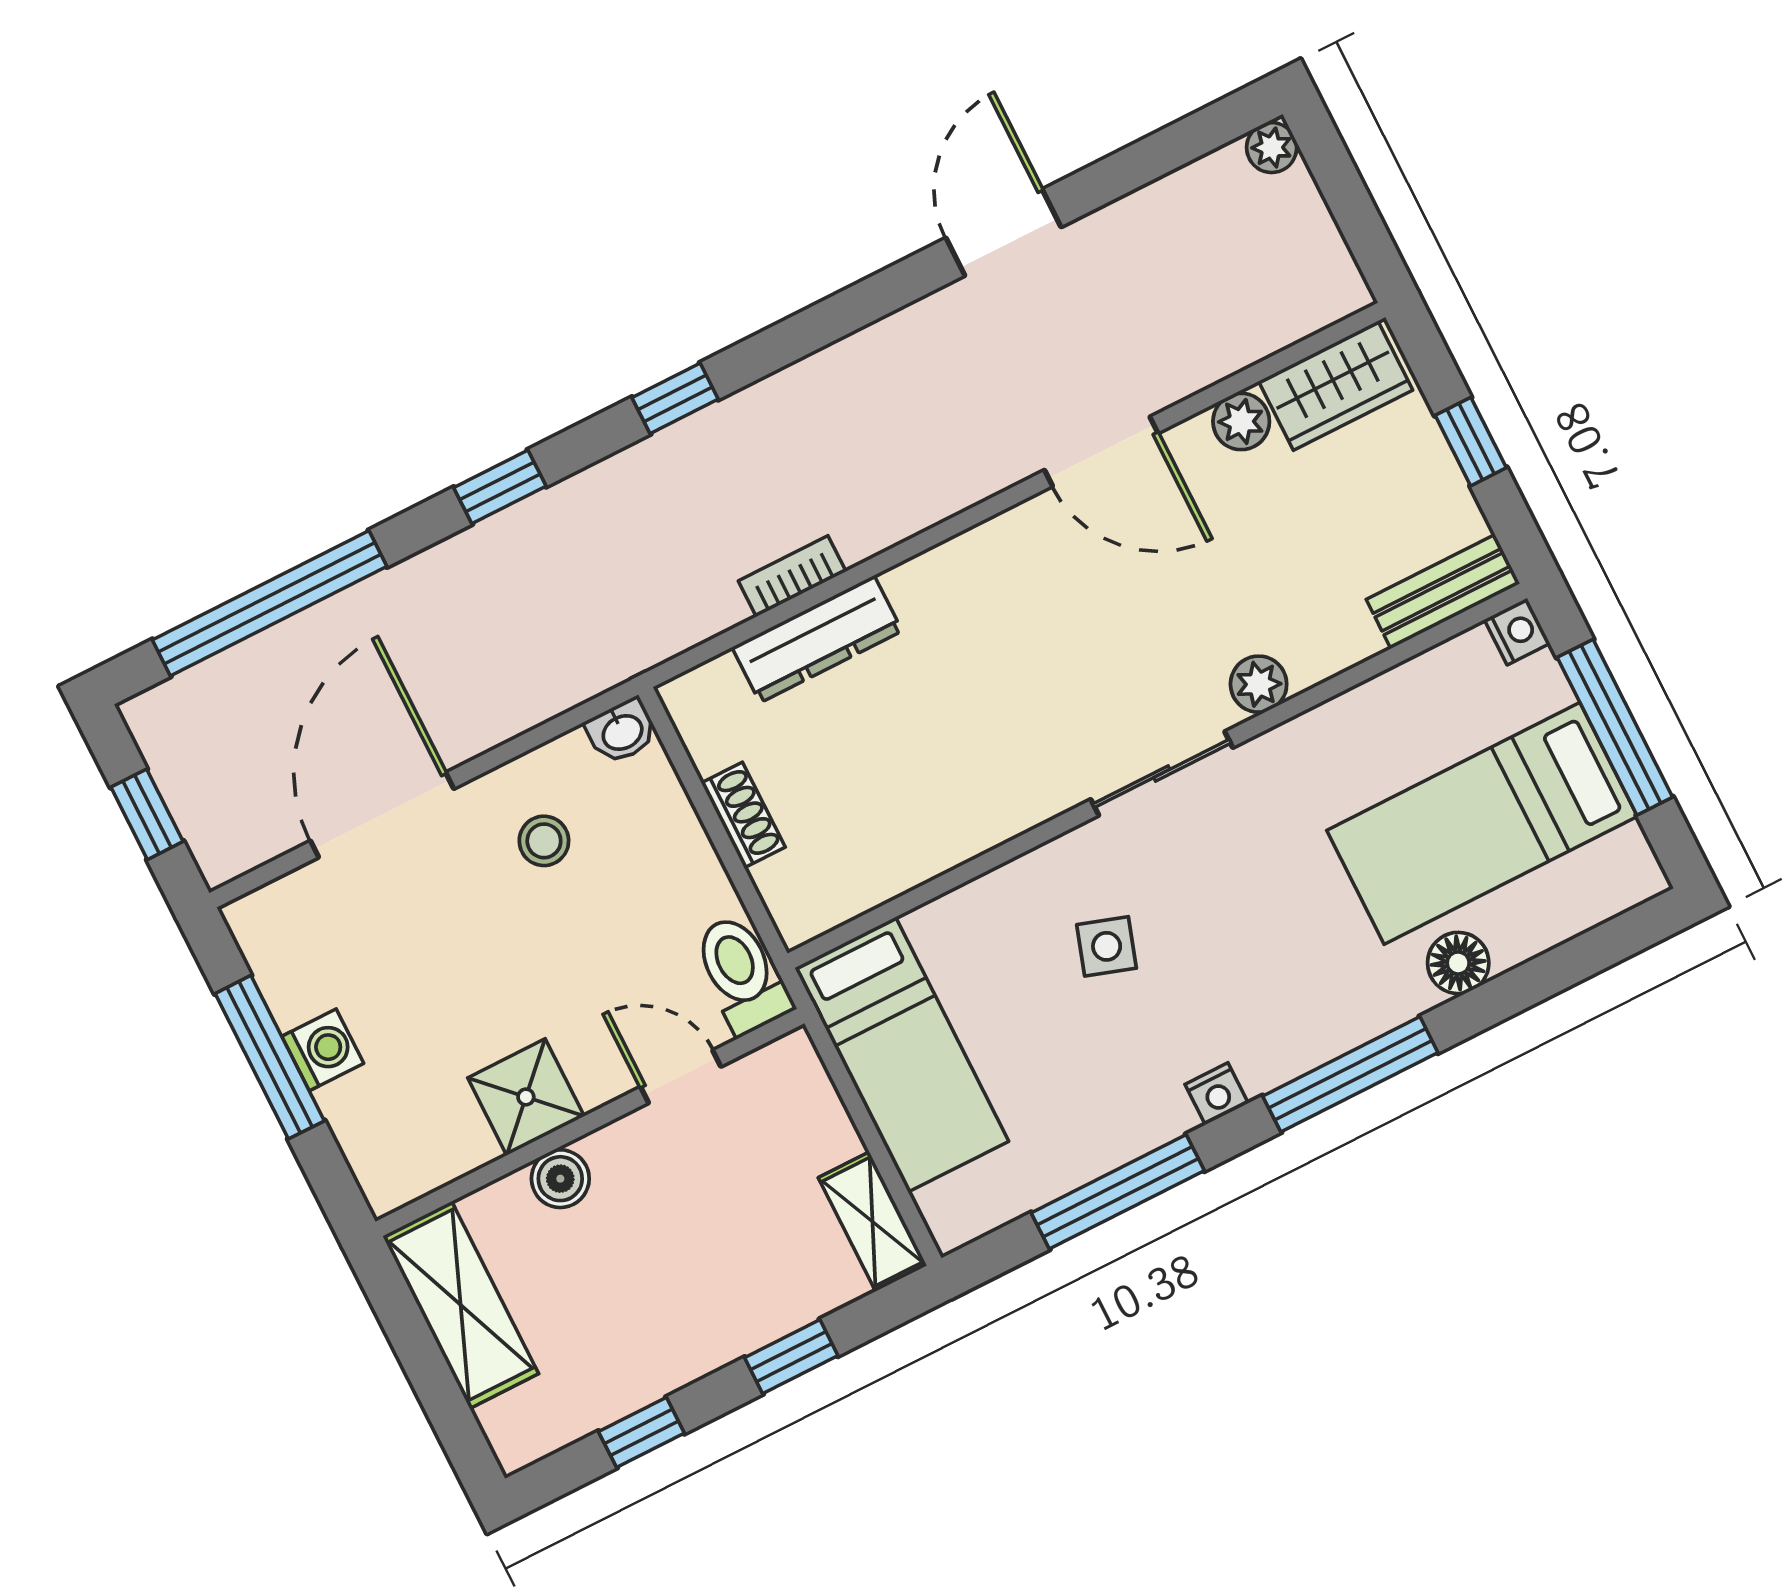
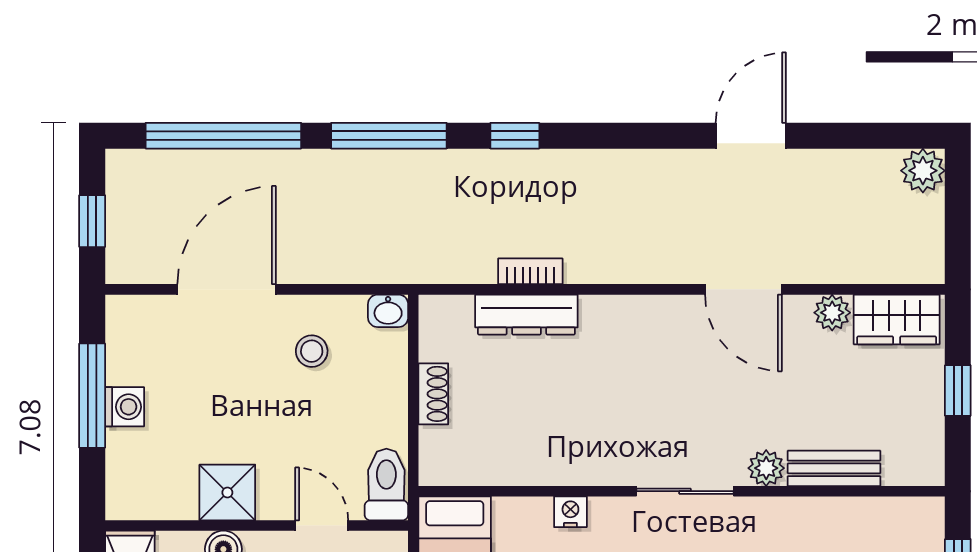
plant: (1272, 148) -> (923, 171), width x1.38, depth x1.38
window: (500, 487) -> (389, 136), width x2.17
bench: (1443, 592) -> (834, 468), moved
nightstand: (1517, 632) -> (570, 512), moved, turned -90

